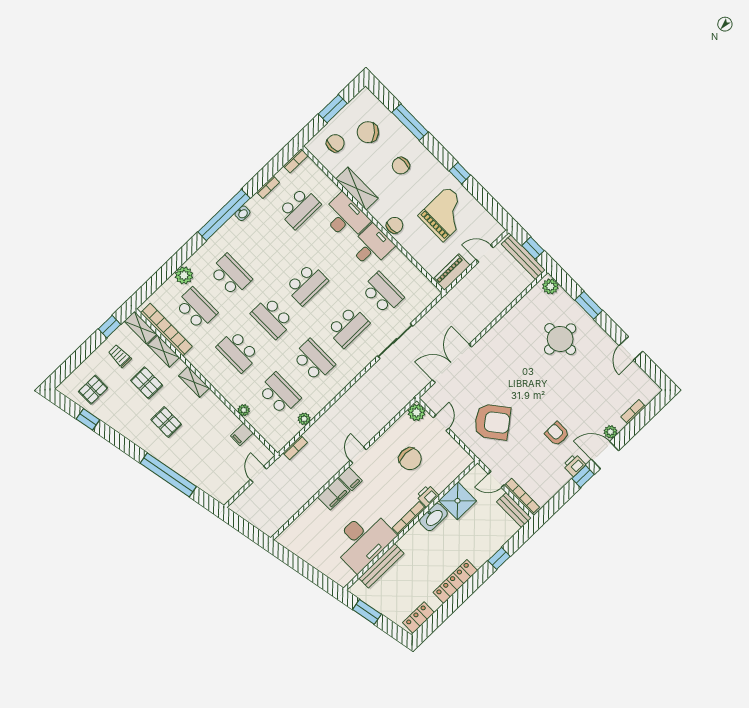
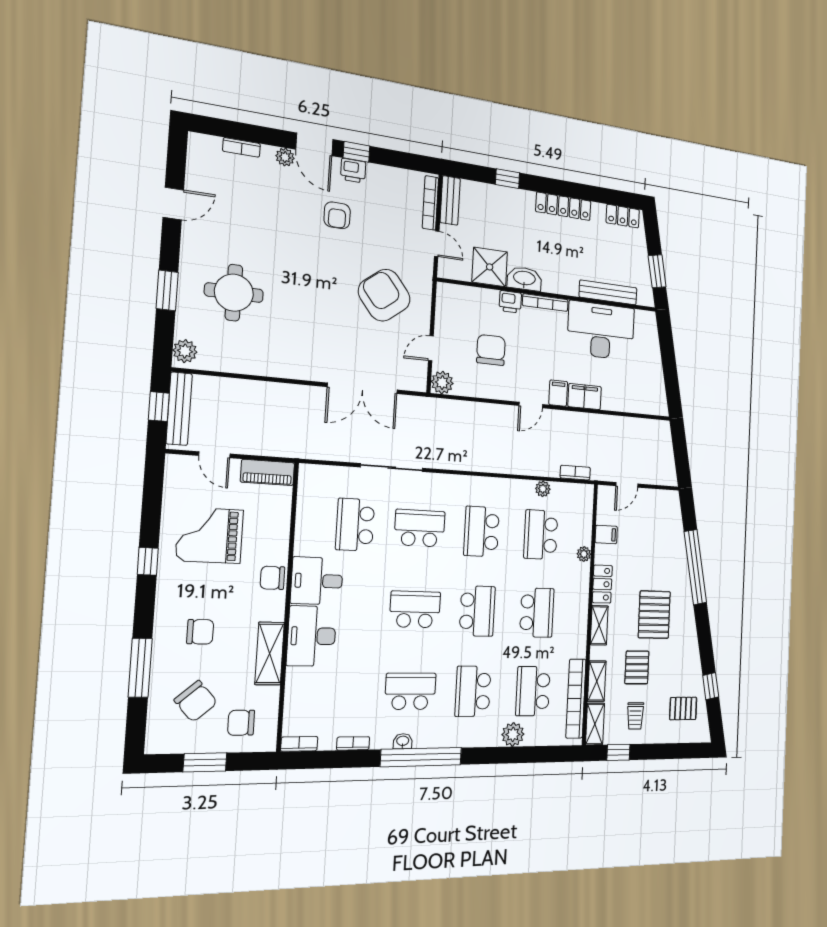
school desk: (299, 208) -> (410, 691), moved
locker: (216, 406) -> (602, 584), added
pallet: (166, 422) -> (654, 615), width x1.50, depth x1.42

